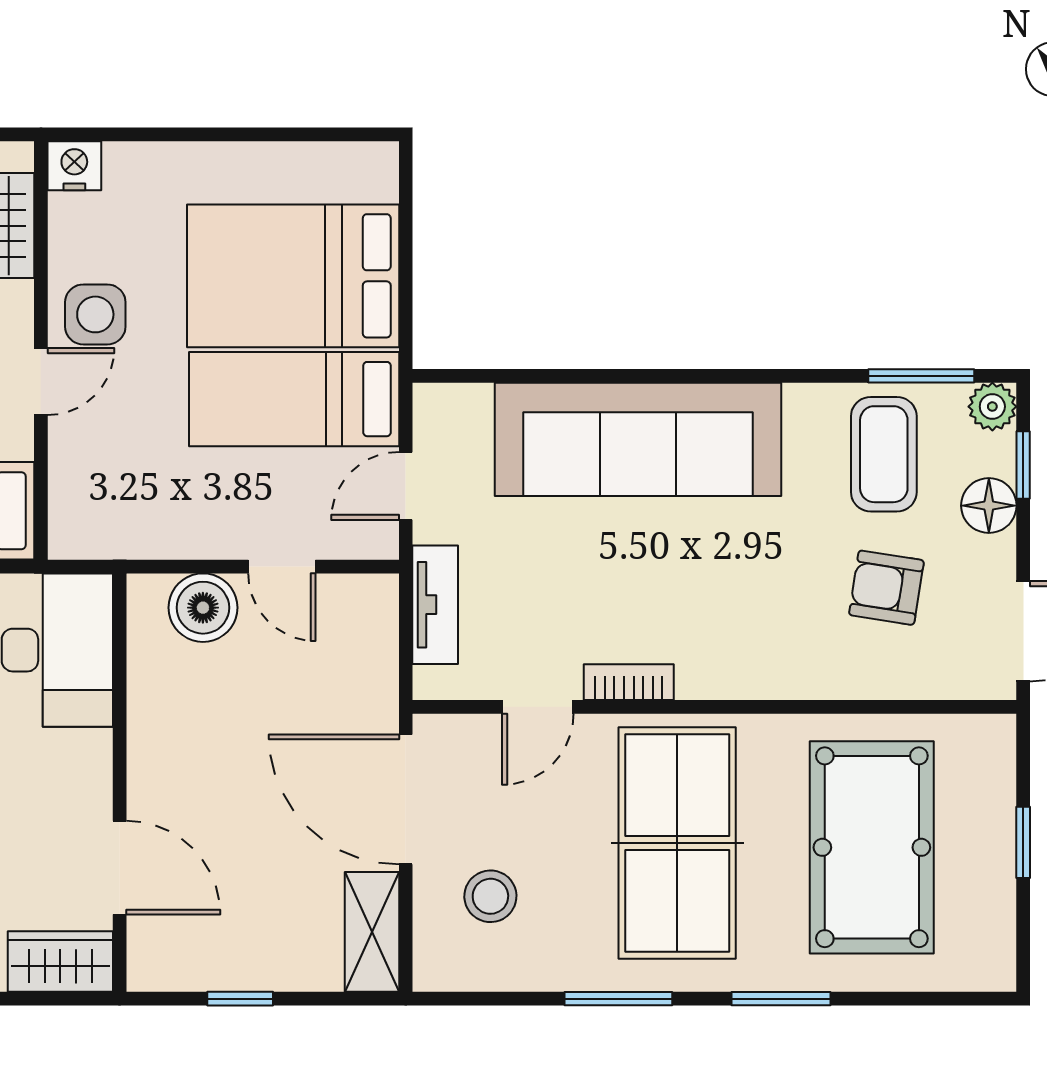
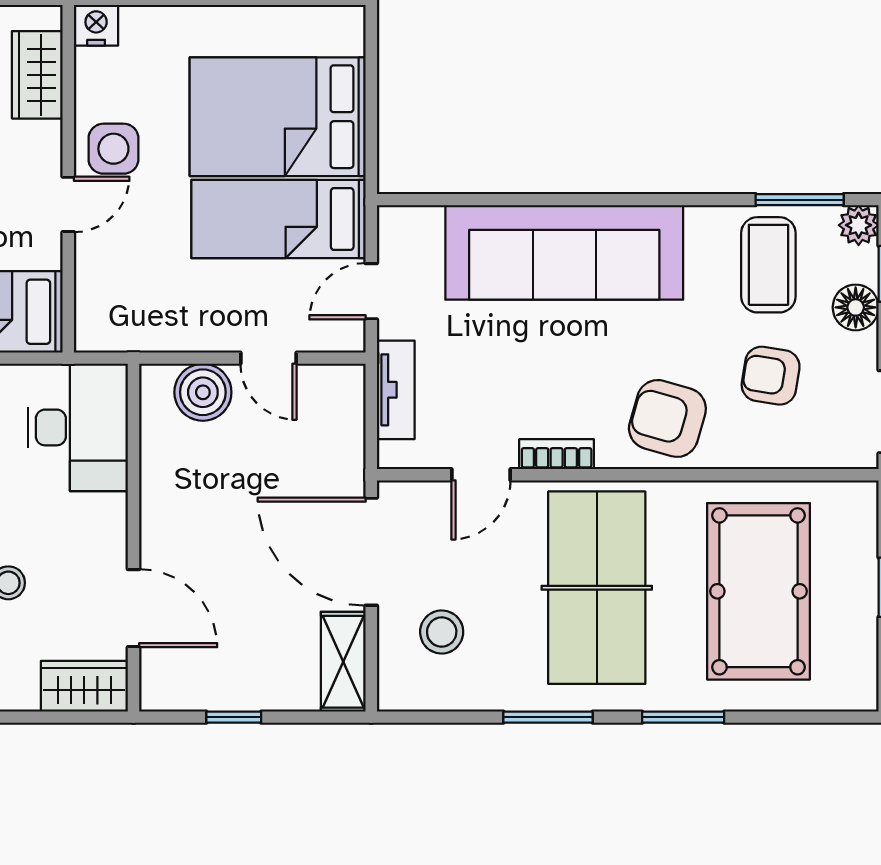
armchair: (762, 639) -> (667, 418), added

